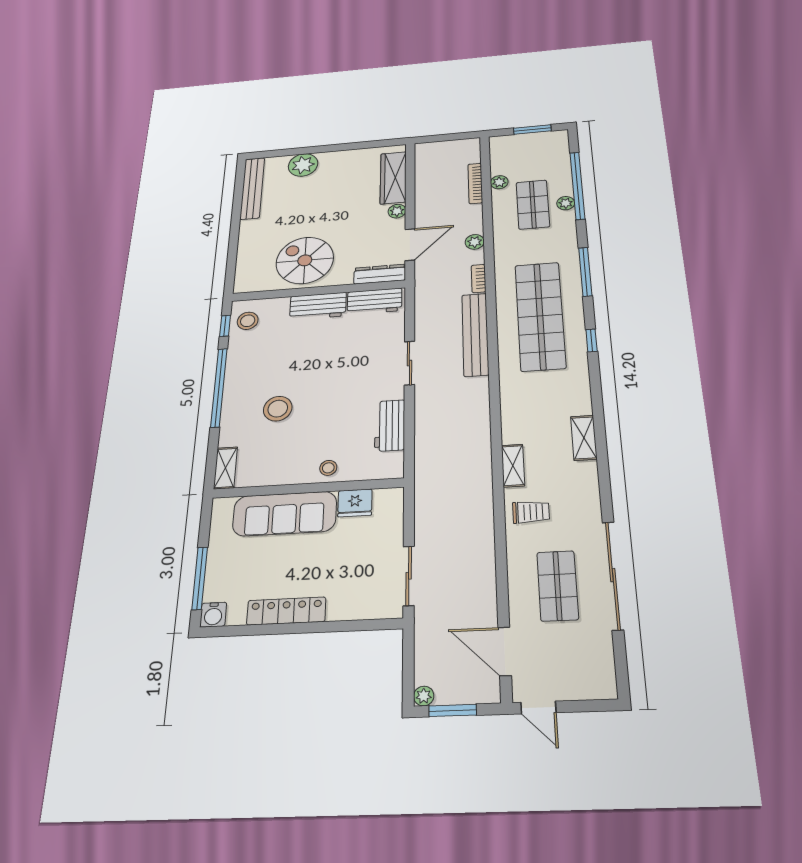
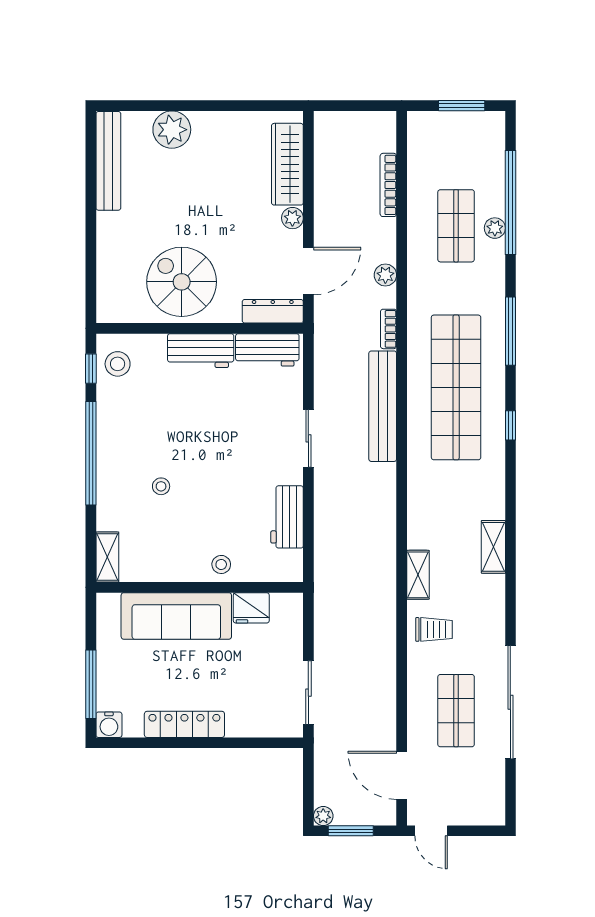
plant: (499, 182) -> (417, 187), removed
stool: (278, 409) -> (161, 486), width x0.53, depth x0.53

